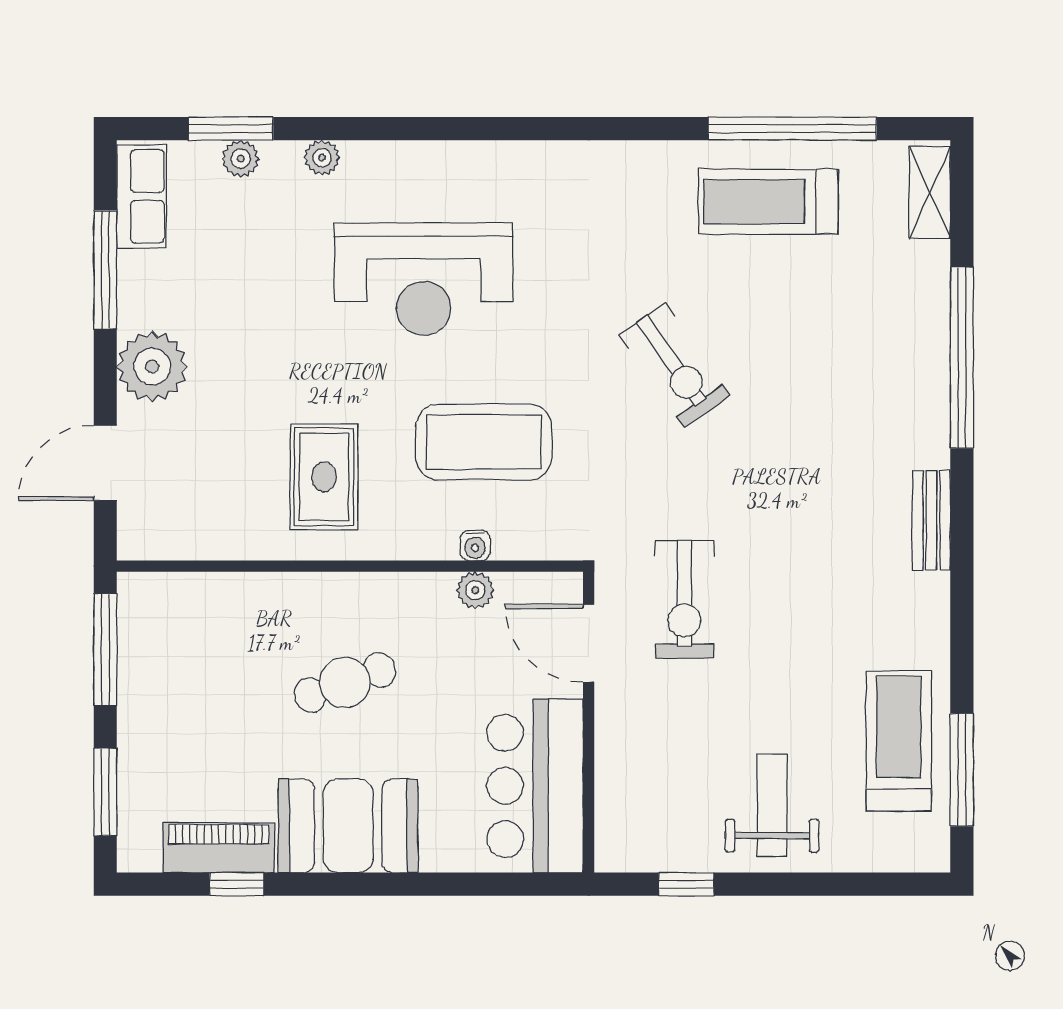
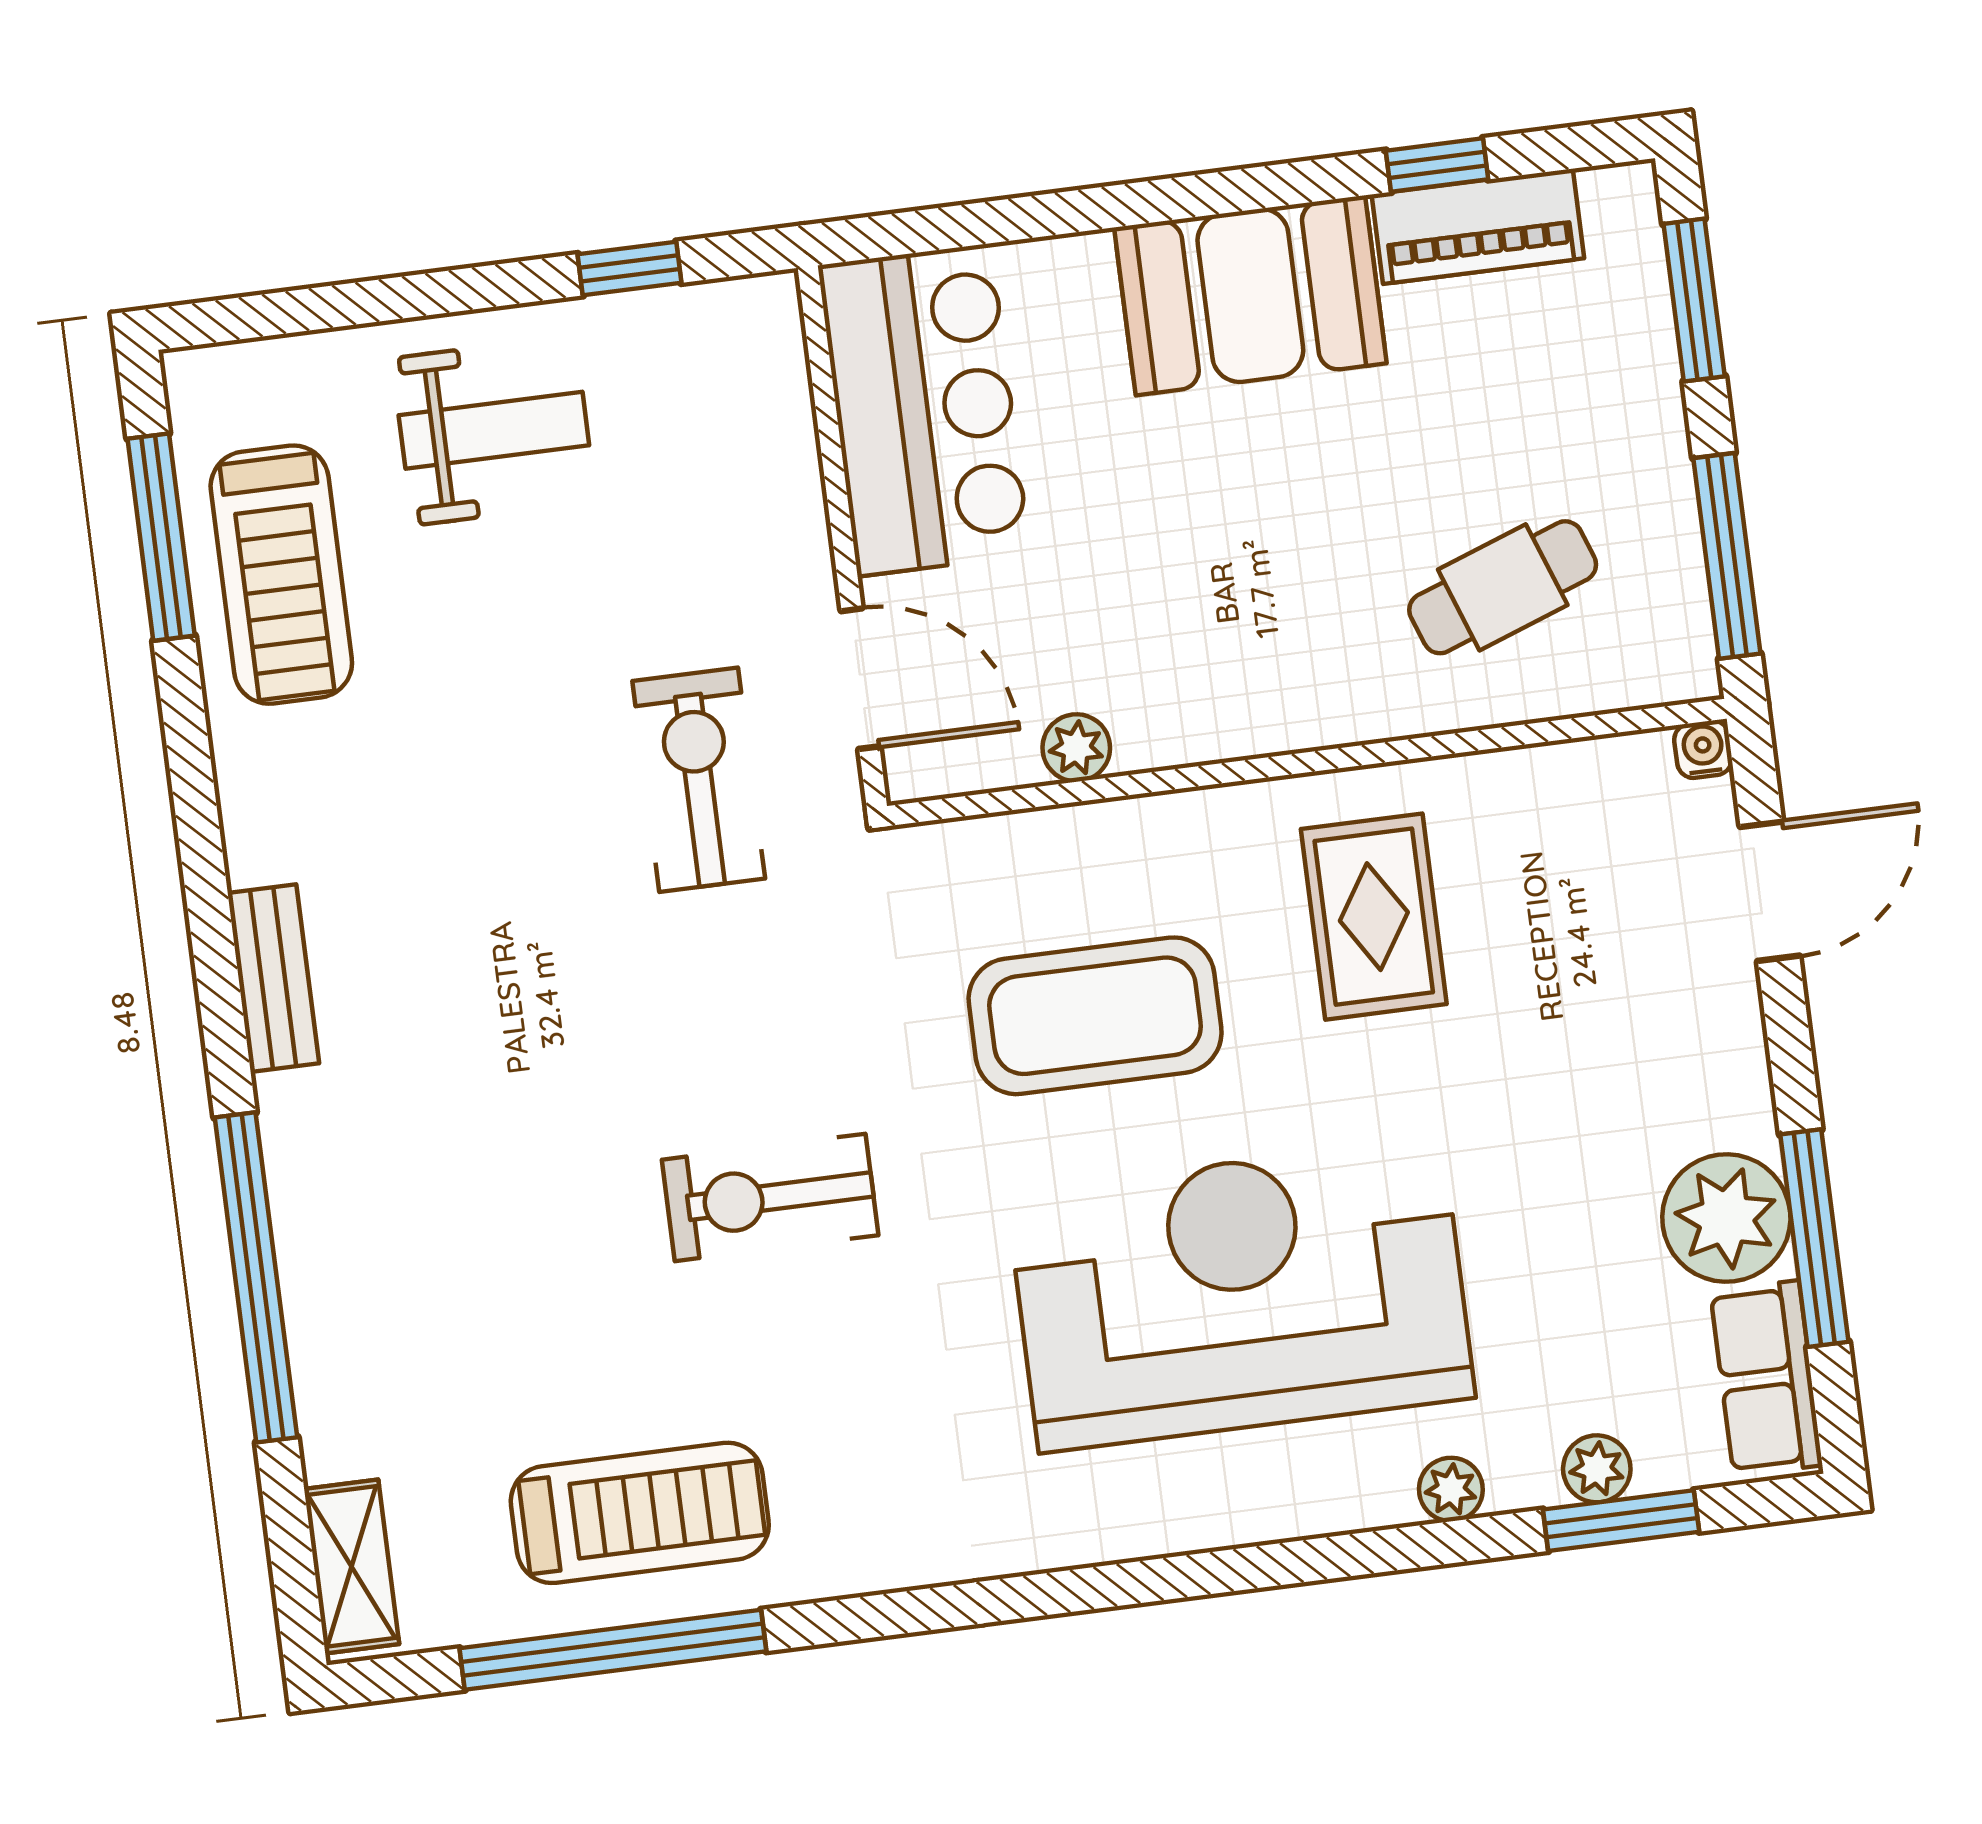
reception desk: (424, 279) -> (1241, 1295), width x1.36, depth x1.30
exercise bike: (675, 365) -> (770, 1197), turned -55
plant: (152, 366) -> (1726, 1218), moved
water cooler: (475, 545) -> (1703, 749), moved
cafe table: (345, 683) -> (1503, 587), moved
weight bench: (772, 805) -> (494, 430), turned -90

